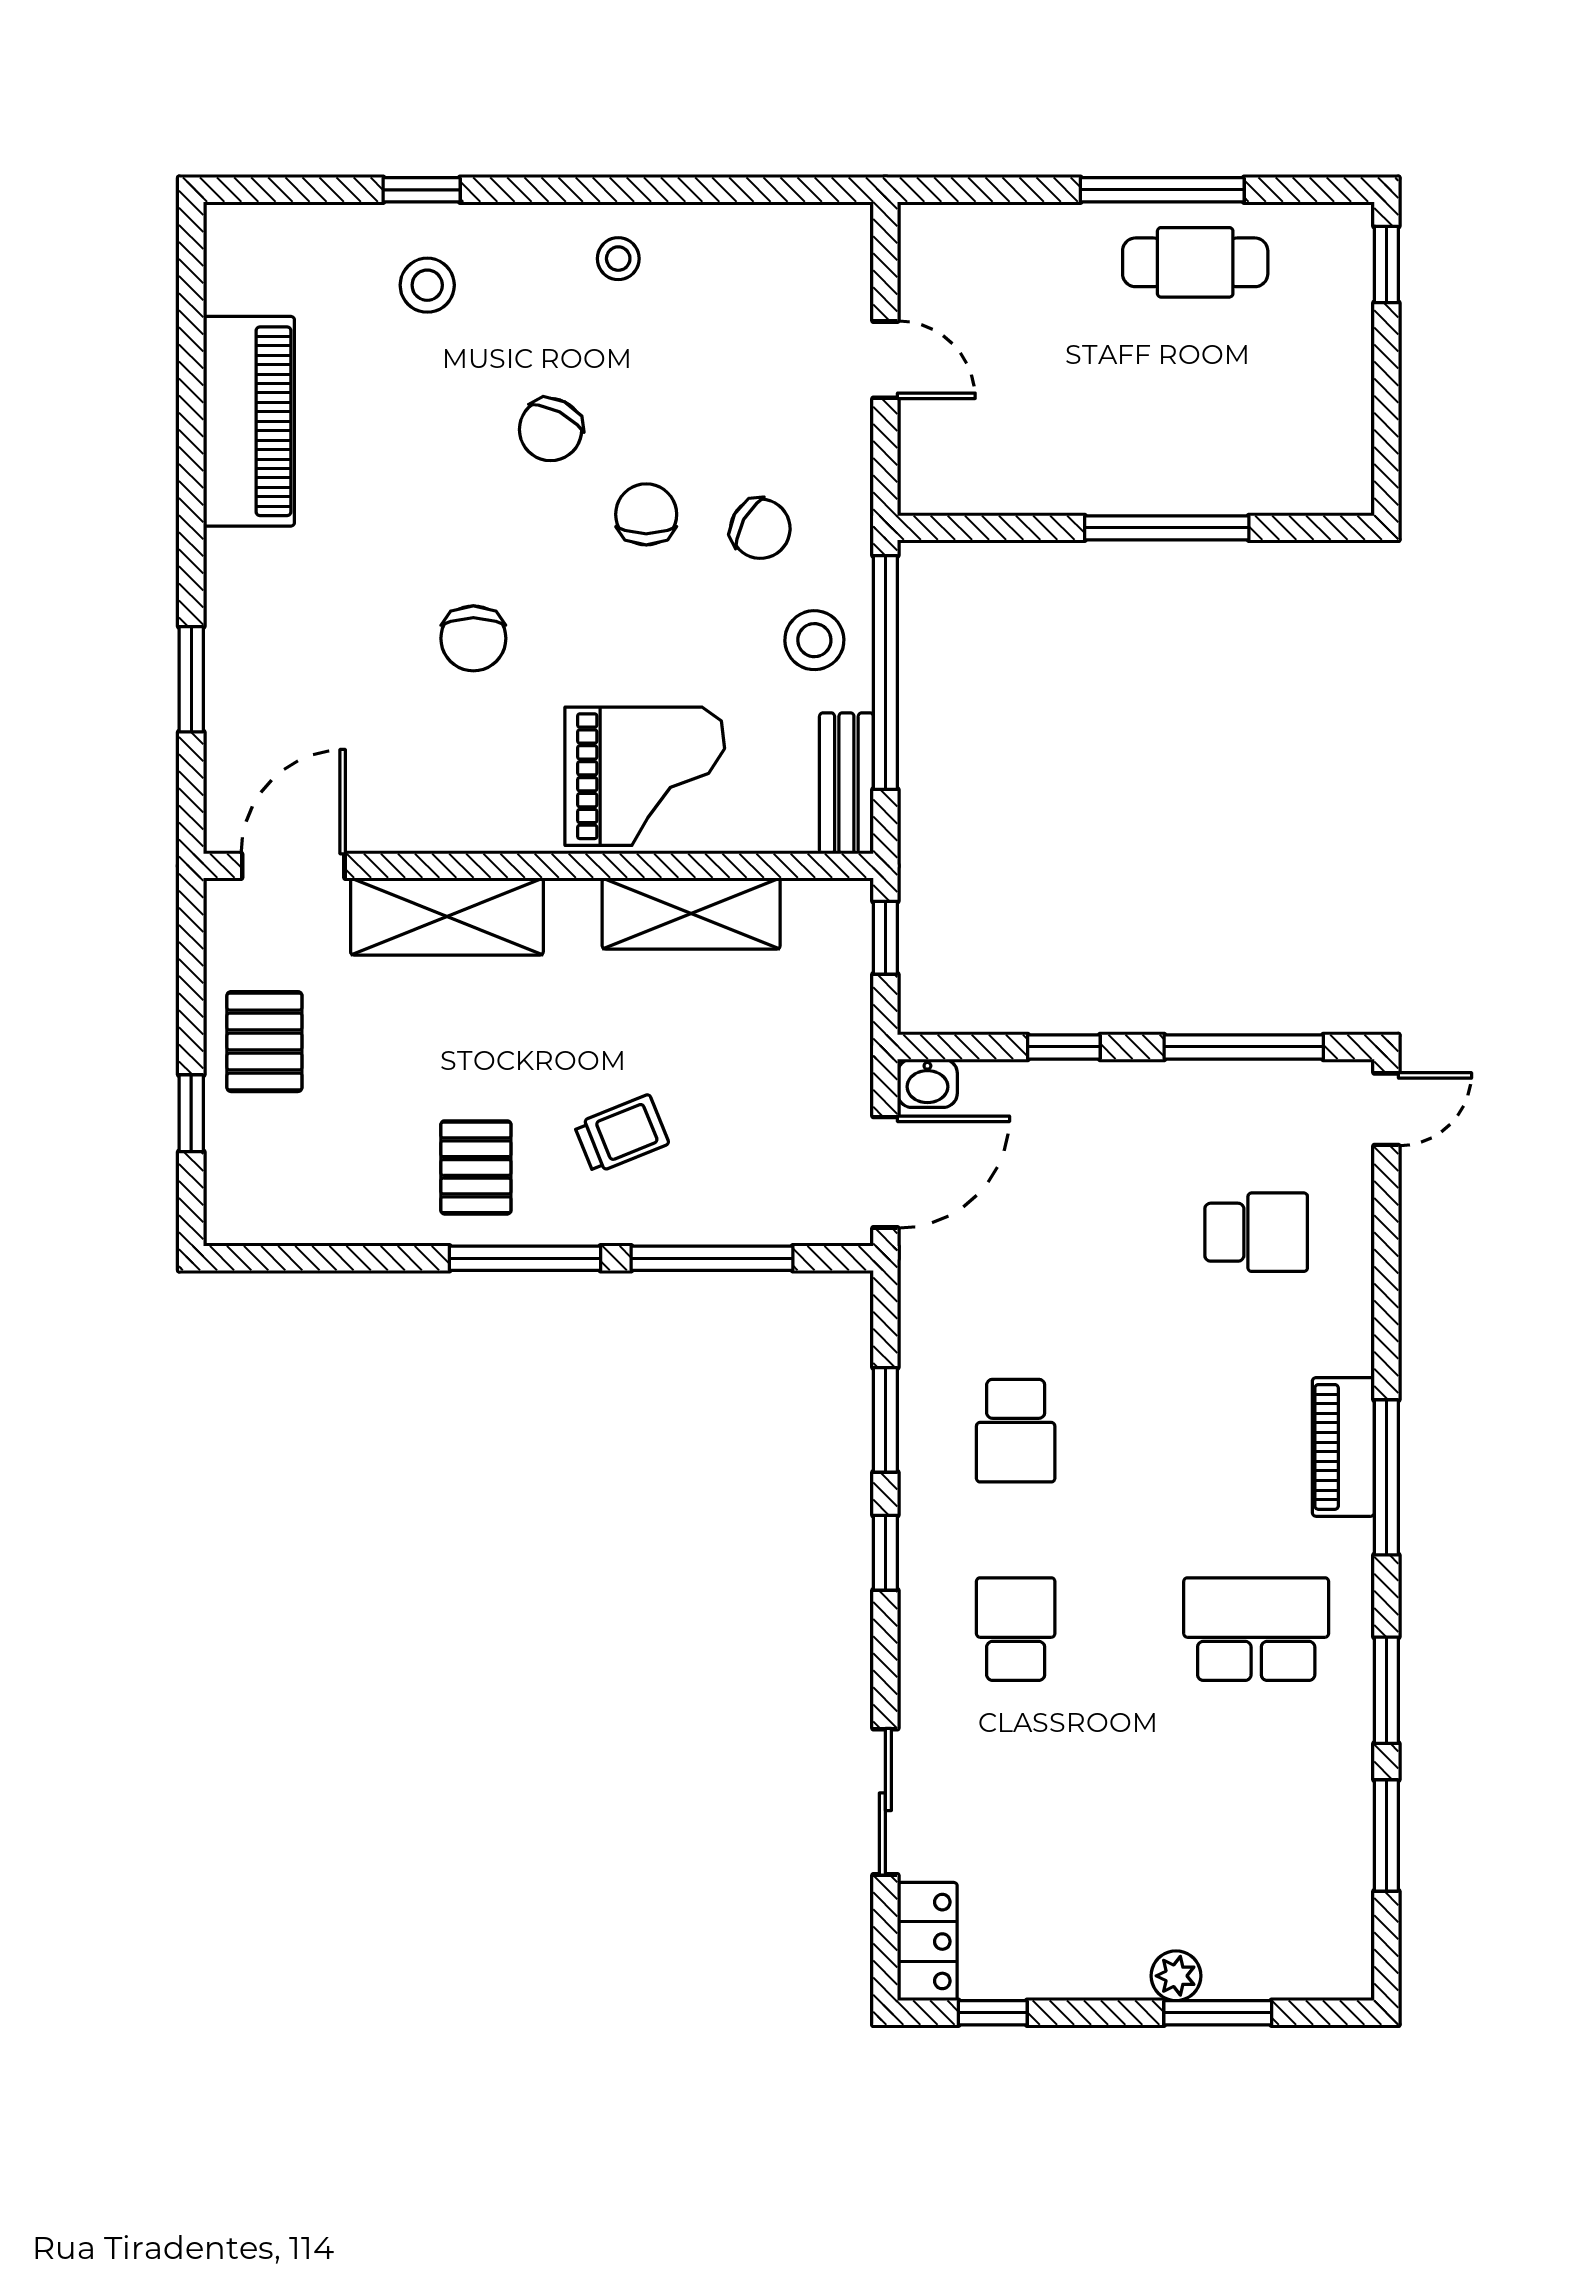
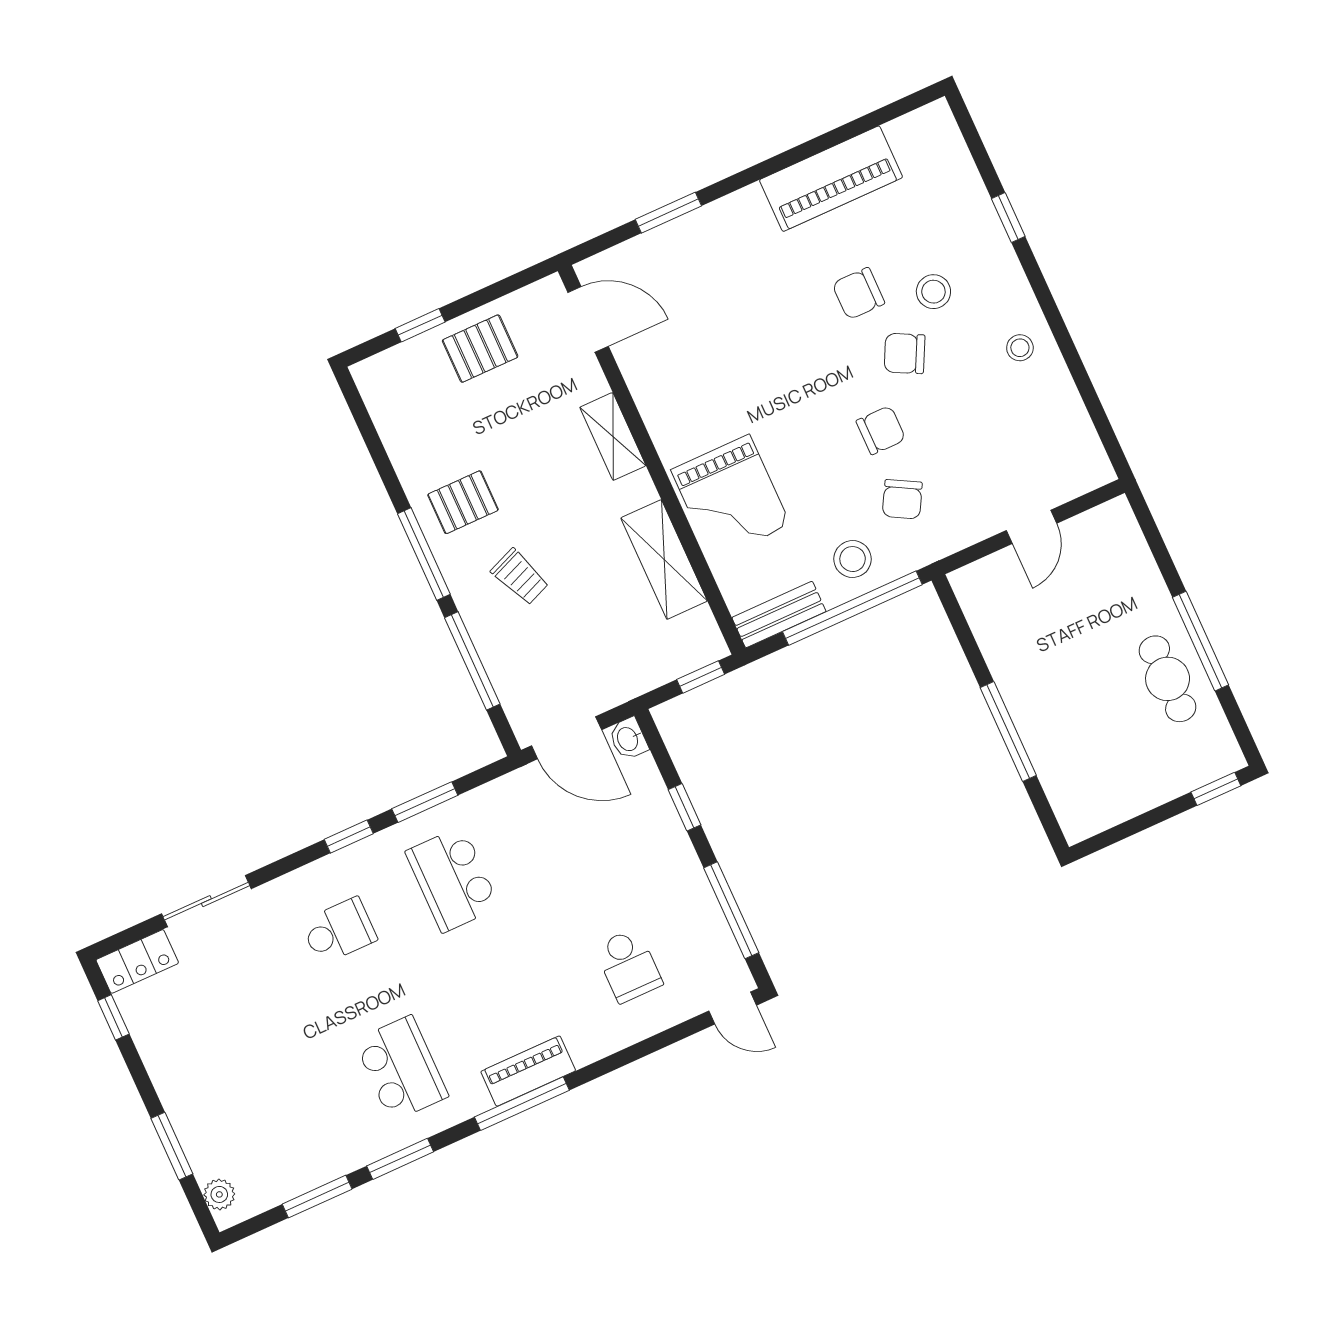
stool: (427, 285) -> (933, 292), moved
chair: (473, 638) -> (858, 293), moved
shelving: (447, 917) -> (613, 436), width x0.67, depth x0.75
school desk: (1016, 1431) -> (452, 879), width x1.85
plant: (1176, 1976) -> (219, 1194), moved

